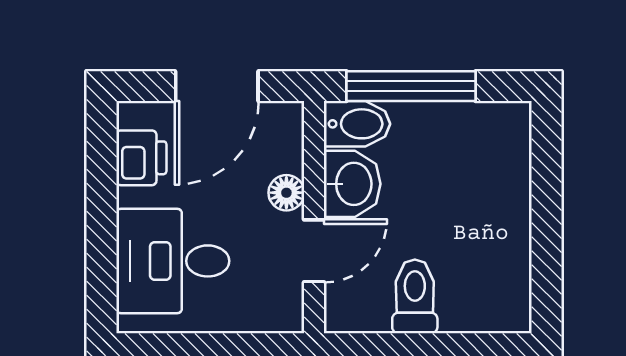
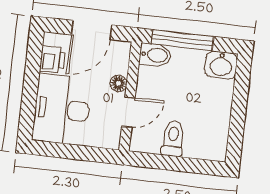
washbasin: (352, 184) -> (221, 65), moved, turned 90
desk: (173, 261) -> (62, 109), width x1.37

